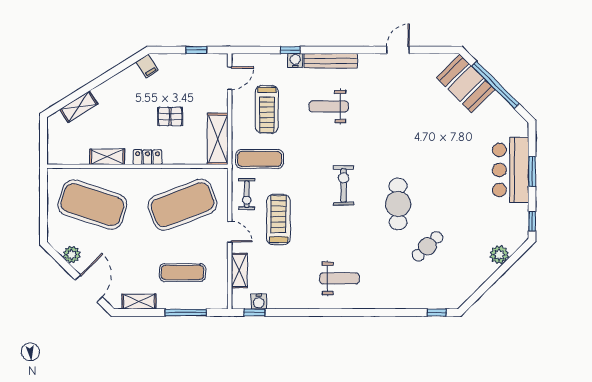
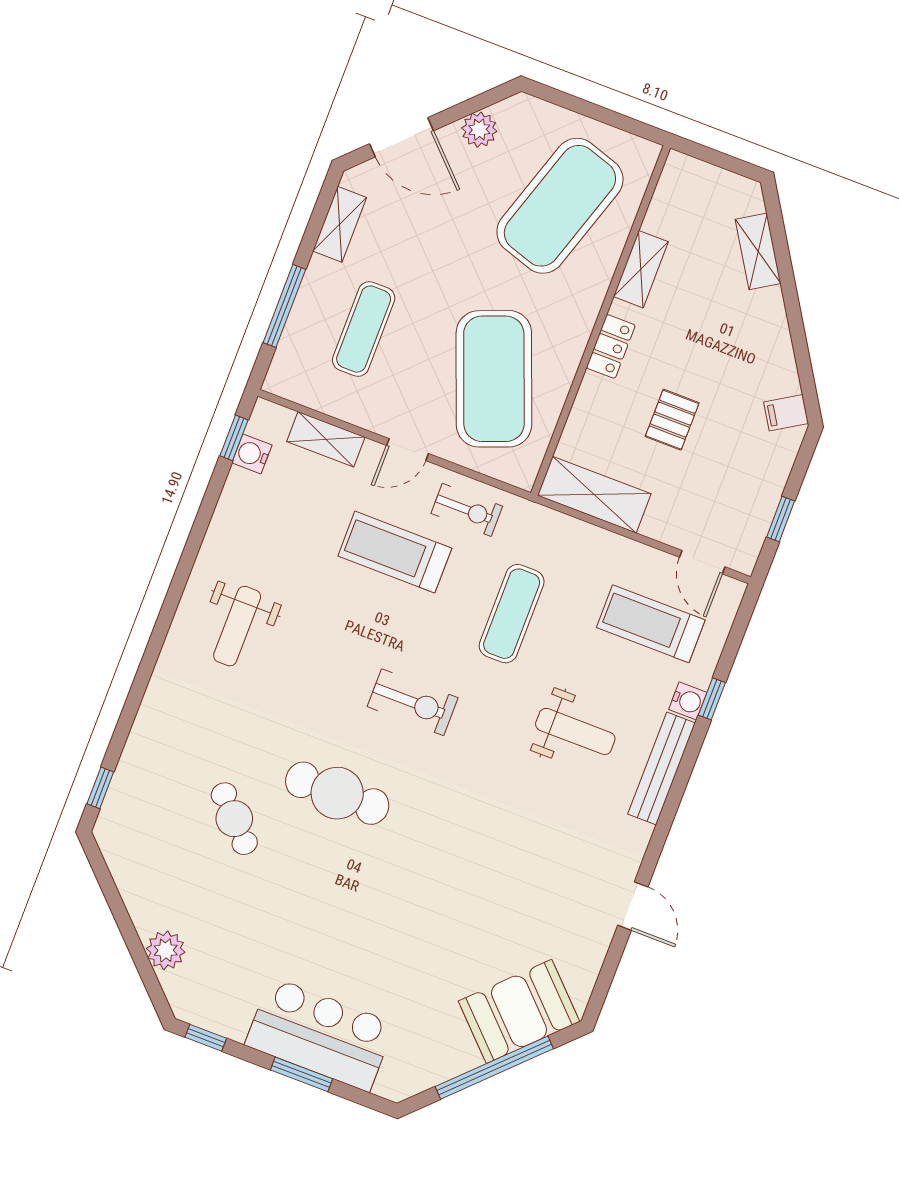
weight bench: (329, 106) -> (575, 731), turned 90
treadmill: (267, 109) -> (651, 624), moved
exercise mat: (260, 159) -> (512, 614), moved
exercise bike: (247, 194) -> (467, 510), turned 180
treadmill: (278, 220) -> (395, 552), turned 180

